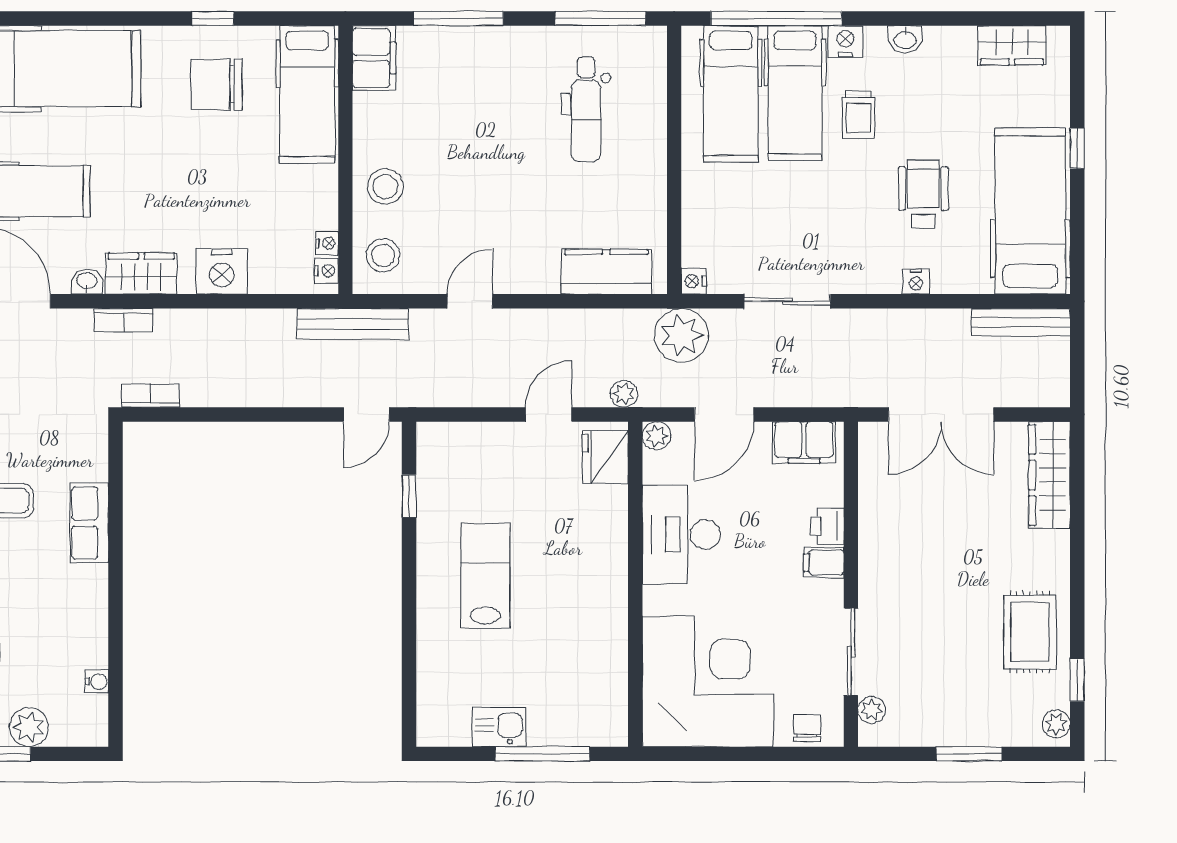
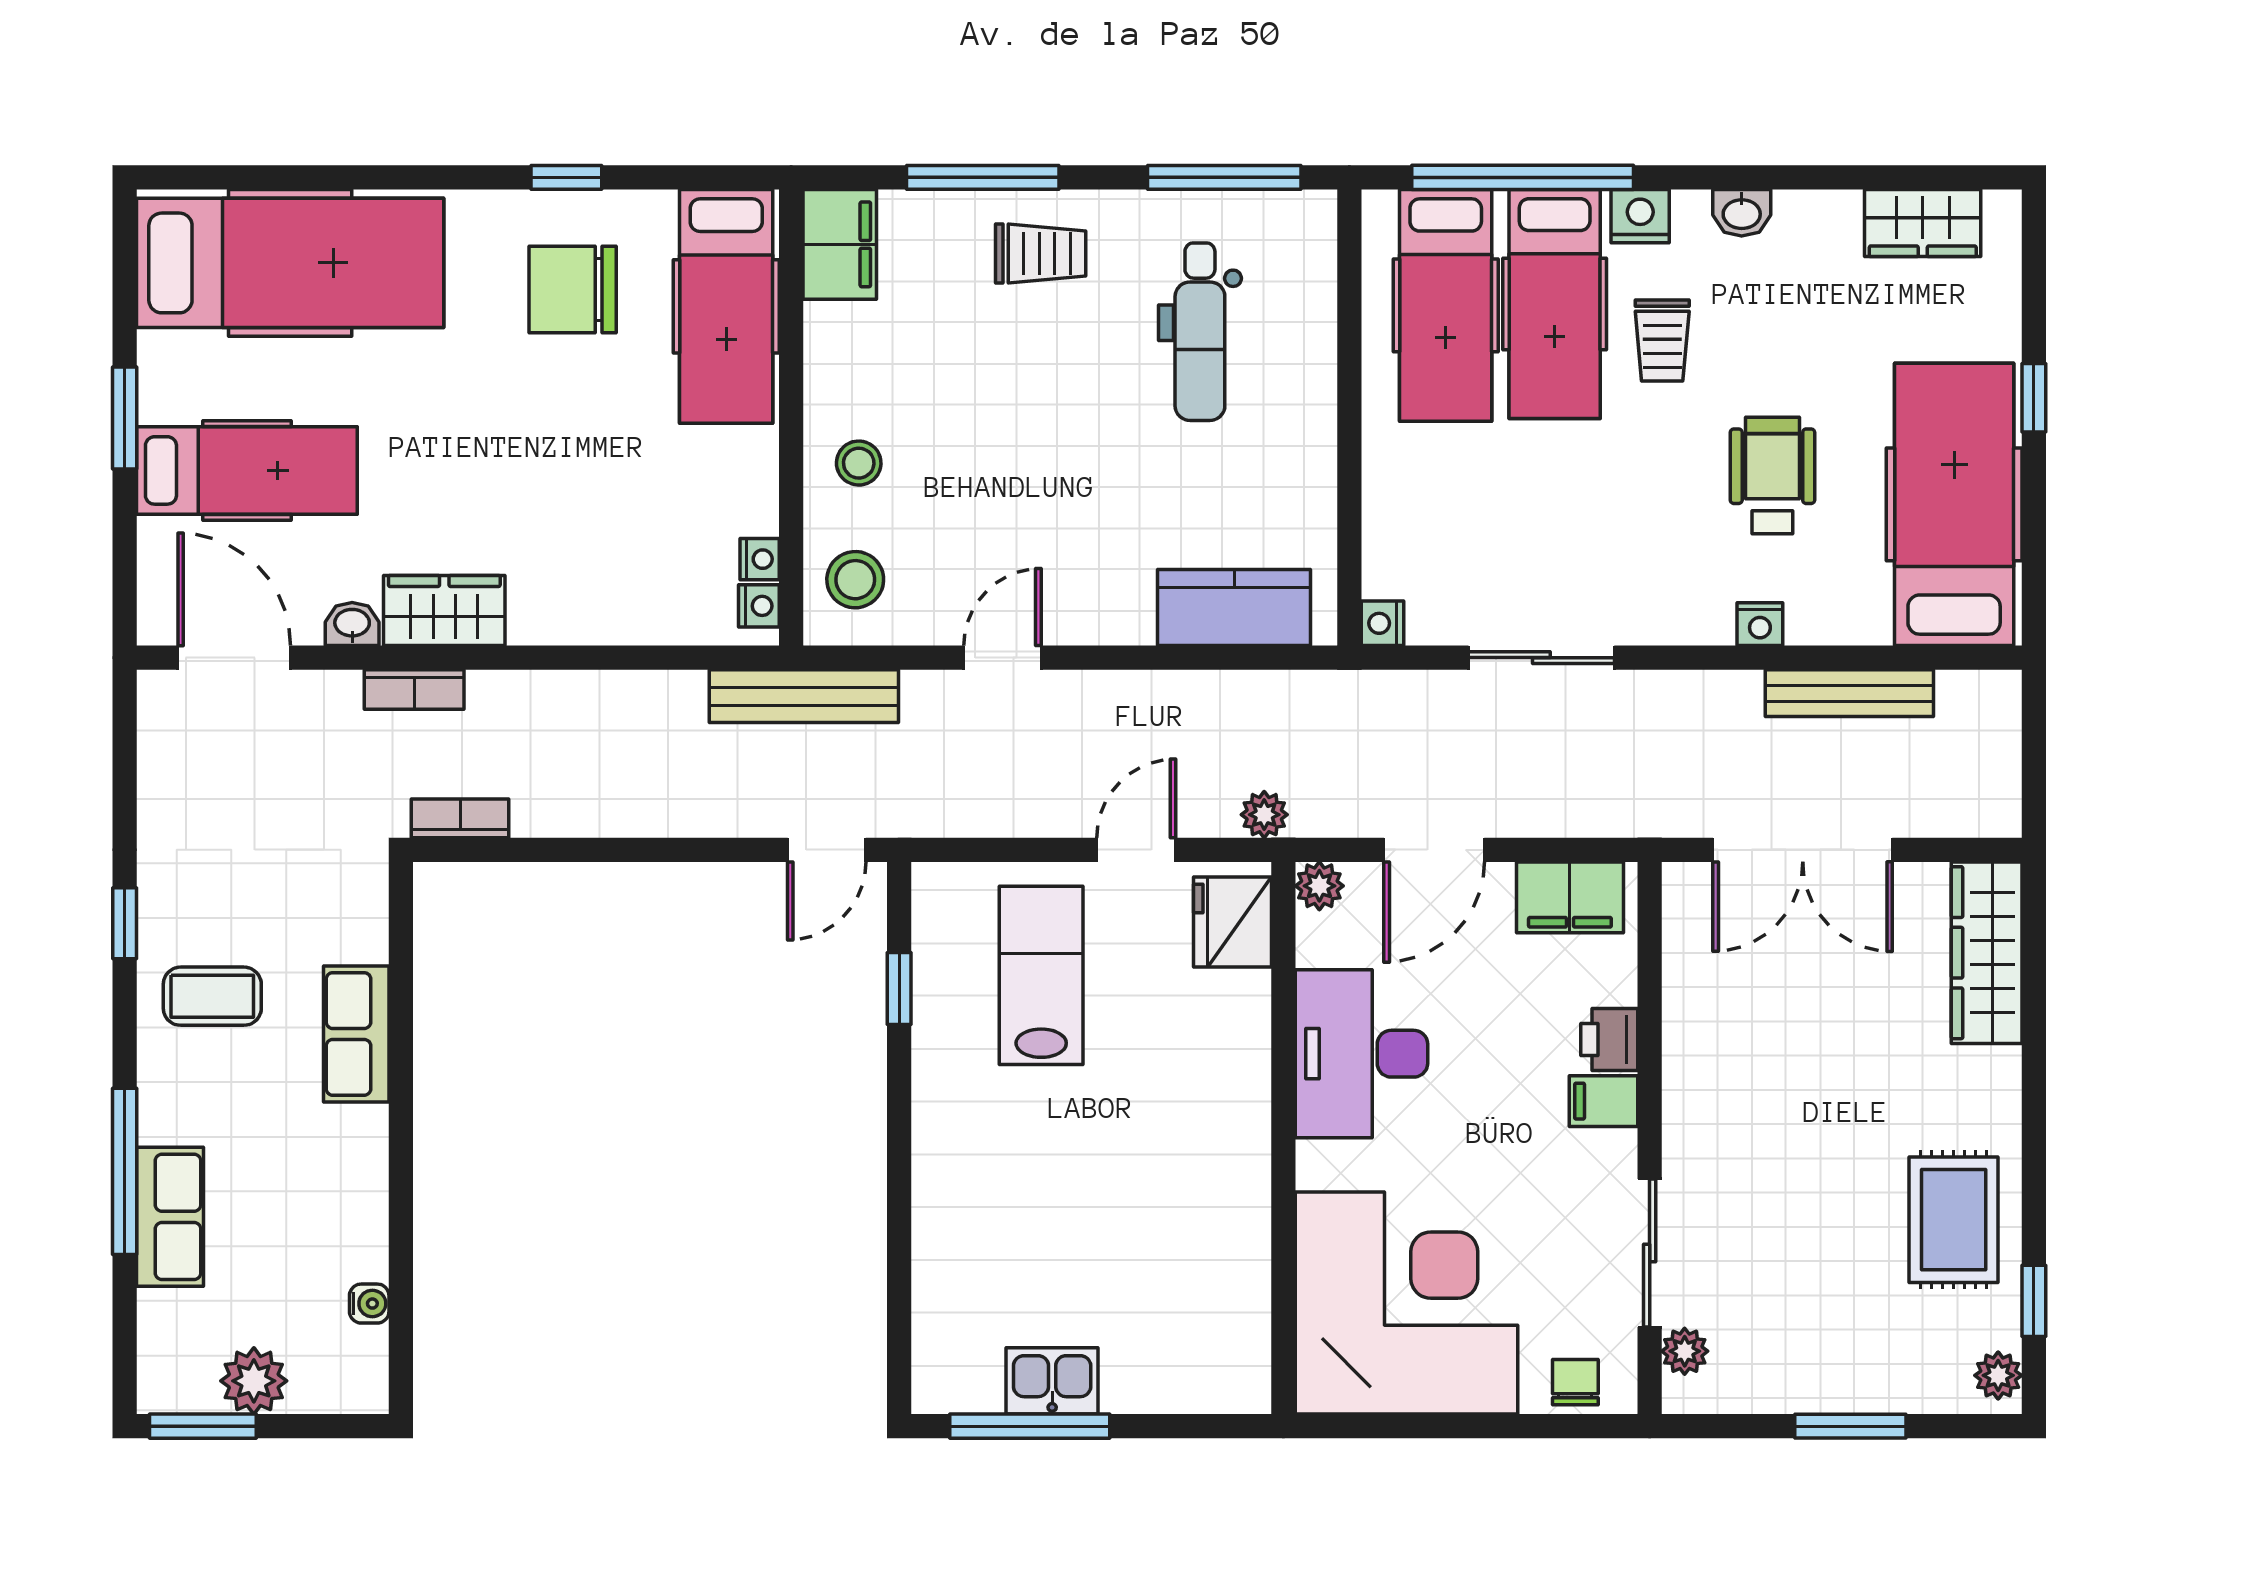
trolley: (492, 63) -> (1041, 254), added
stool: (385, 187) -> (859, 463), width x0.73, depth x0.73
nightstand: (222, 271) -> (581, 607), removed
bench: (1021, 322) -> (1849, 693), moved
plant: (681, 335) -> (1362, 715), removed
lab bench: (485, 576) -> (1041, 975), moved
window: (542, 754) -> (1030, 1426), moved

